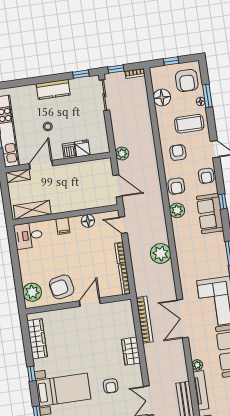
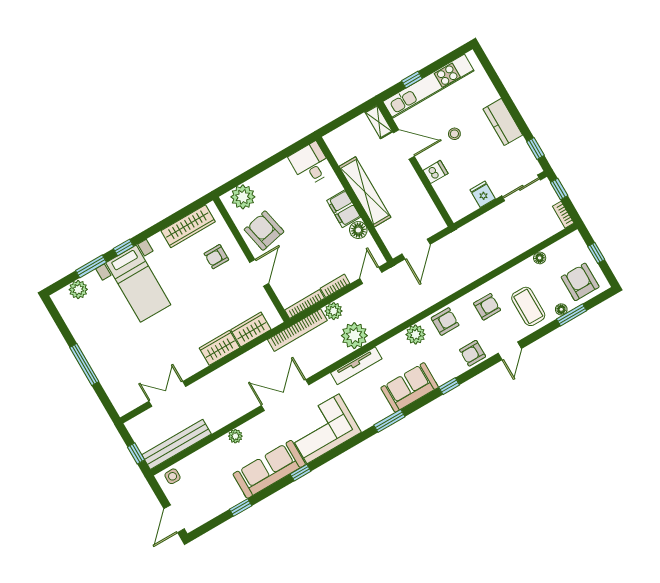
armchair: (187, 81) -> (580, 282), turned 90
floor lamp: (162, 97) -> (540, 258), width x0.53, depth x0.53
fridge: (82, 148) -> (483, 194), moved, turned -90
plant: (122, 153) -> (334, 311), moved
armchair: (176, 186) -> (445, 322), turned 180
shelving: (32, 210) -> (365, 192), moved, width x1.47
sofa: (210, 214) -> (410, 387), moved
filing cabinet: (63, 226) -> (344, 209), width x2.00
door: (90, 302) -> (259, 273), hinge flipped
bookcase: (145, 320) -> (297, 330), moved
wardrobe: (127, 324) -> (251, 330), added
window: (31, 374) -> (123, 247), moved
armchair: (111, 386) -> (216, 257), moved
tv unit: (201, 390) -> (356, 366), moved

